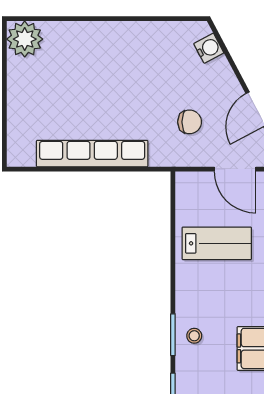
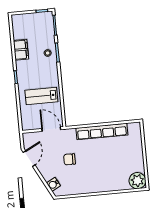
chair: (190, 122) -> (70, 159), moved
door: (235, 169) -> (51, 129), moved

